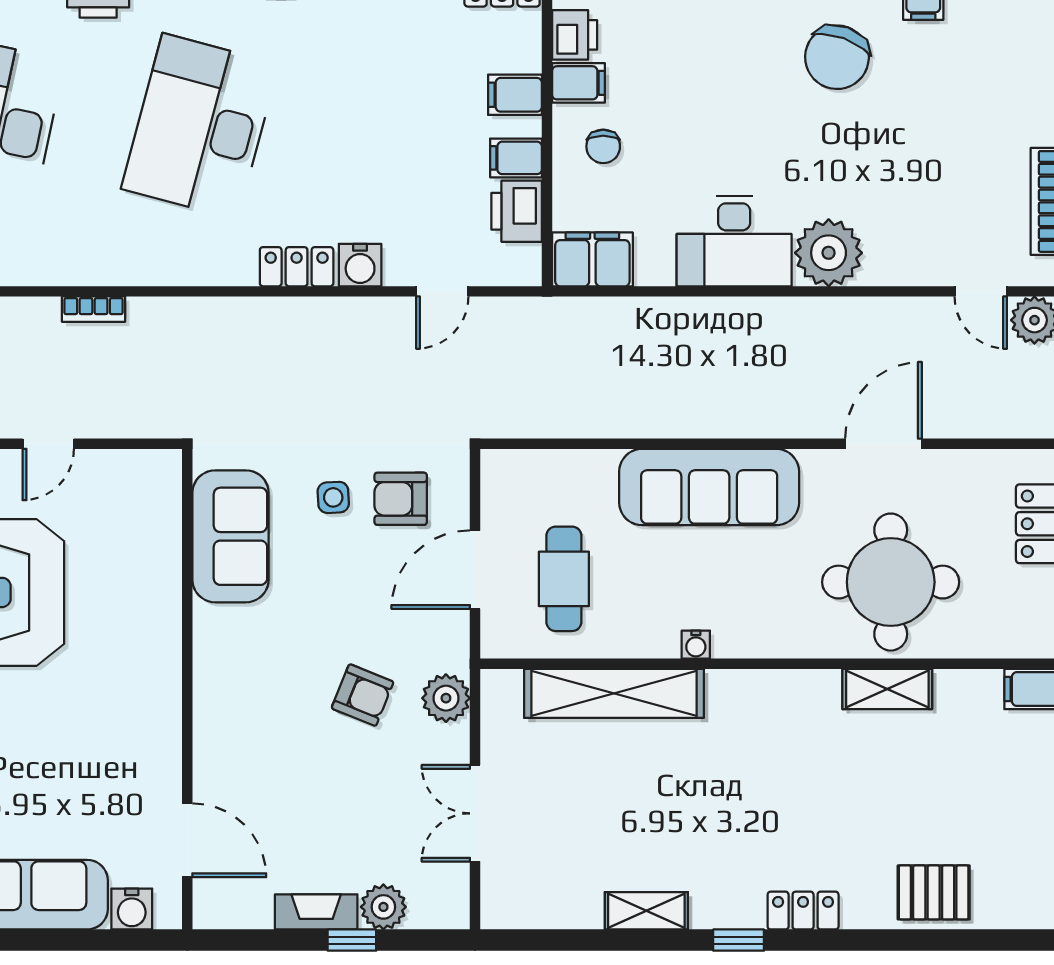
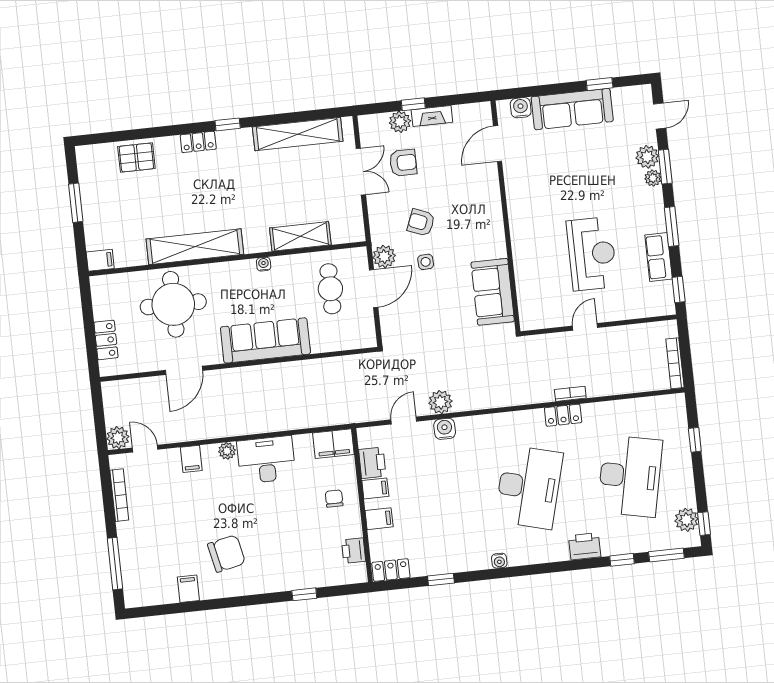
chair: (837, 57) -> (226, 554), turned 58
filing cabinet: (578, 83) -> (191, 459), moved, turned -90
plant: (829, 253) -> (227, 451), width x0.53, depth x0.53
locker: (297, 267) -> (563, 415), moved
plant: (363, 321) -> (440, 402), added
side table: (333, 497) -> (426, 262), moved
armchair: (401, 499) -> (403, 163), moved
shelving: (887, 689) -> (195, 247), width x2.20, depth x1.33
shelving: (614, 693) -> (300, 236), width x0.68
plant: (446, 698) -> (384, 257), moved
door: (187, 840) -> (498, 144), hinge flipped
shelving: (646, 911) -> (298, 134), width x2.20, depth x1.33

